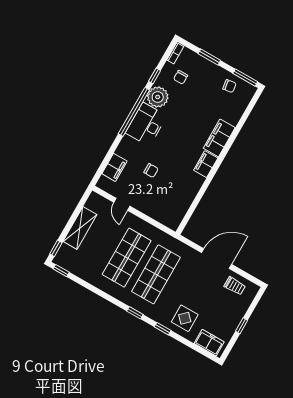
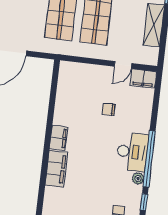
plant: (158, 97) -> (138, 178), width x0.53, depth x0.53
filing cabinet: (114, 167) -> (143, 78), moved, turned -90
door: (122, 204) -> (123, 65), swing flipped

